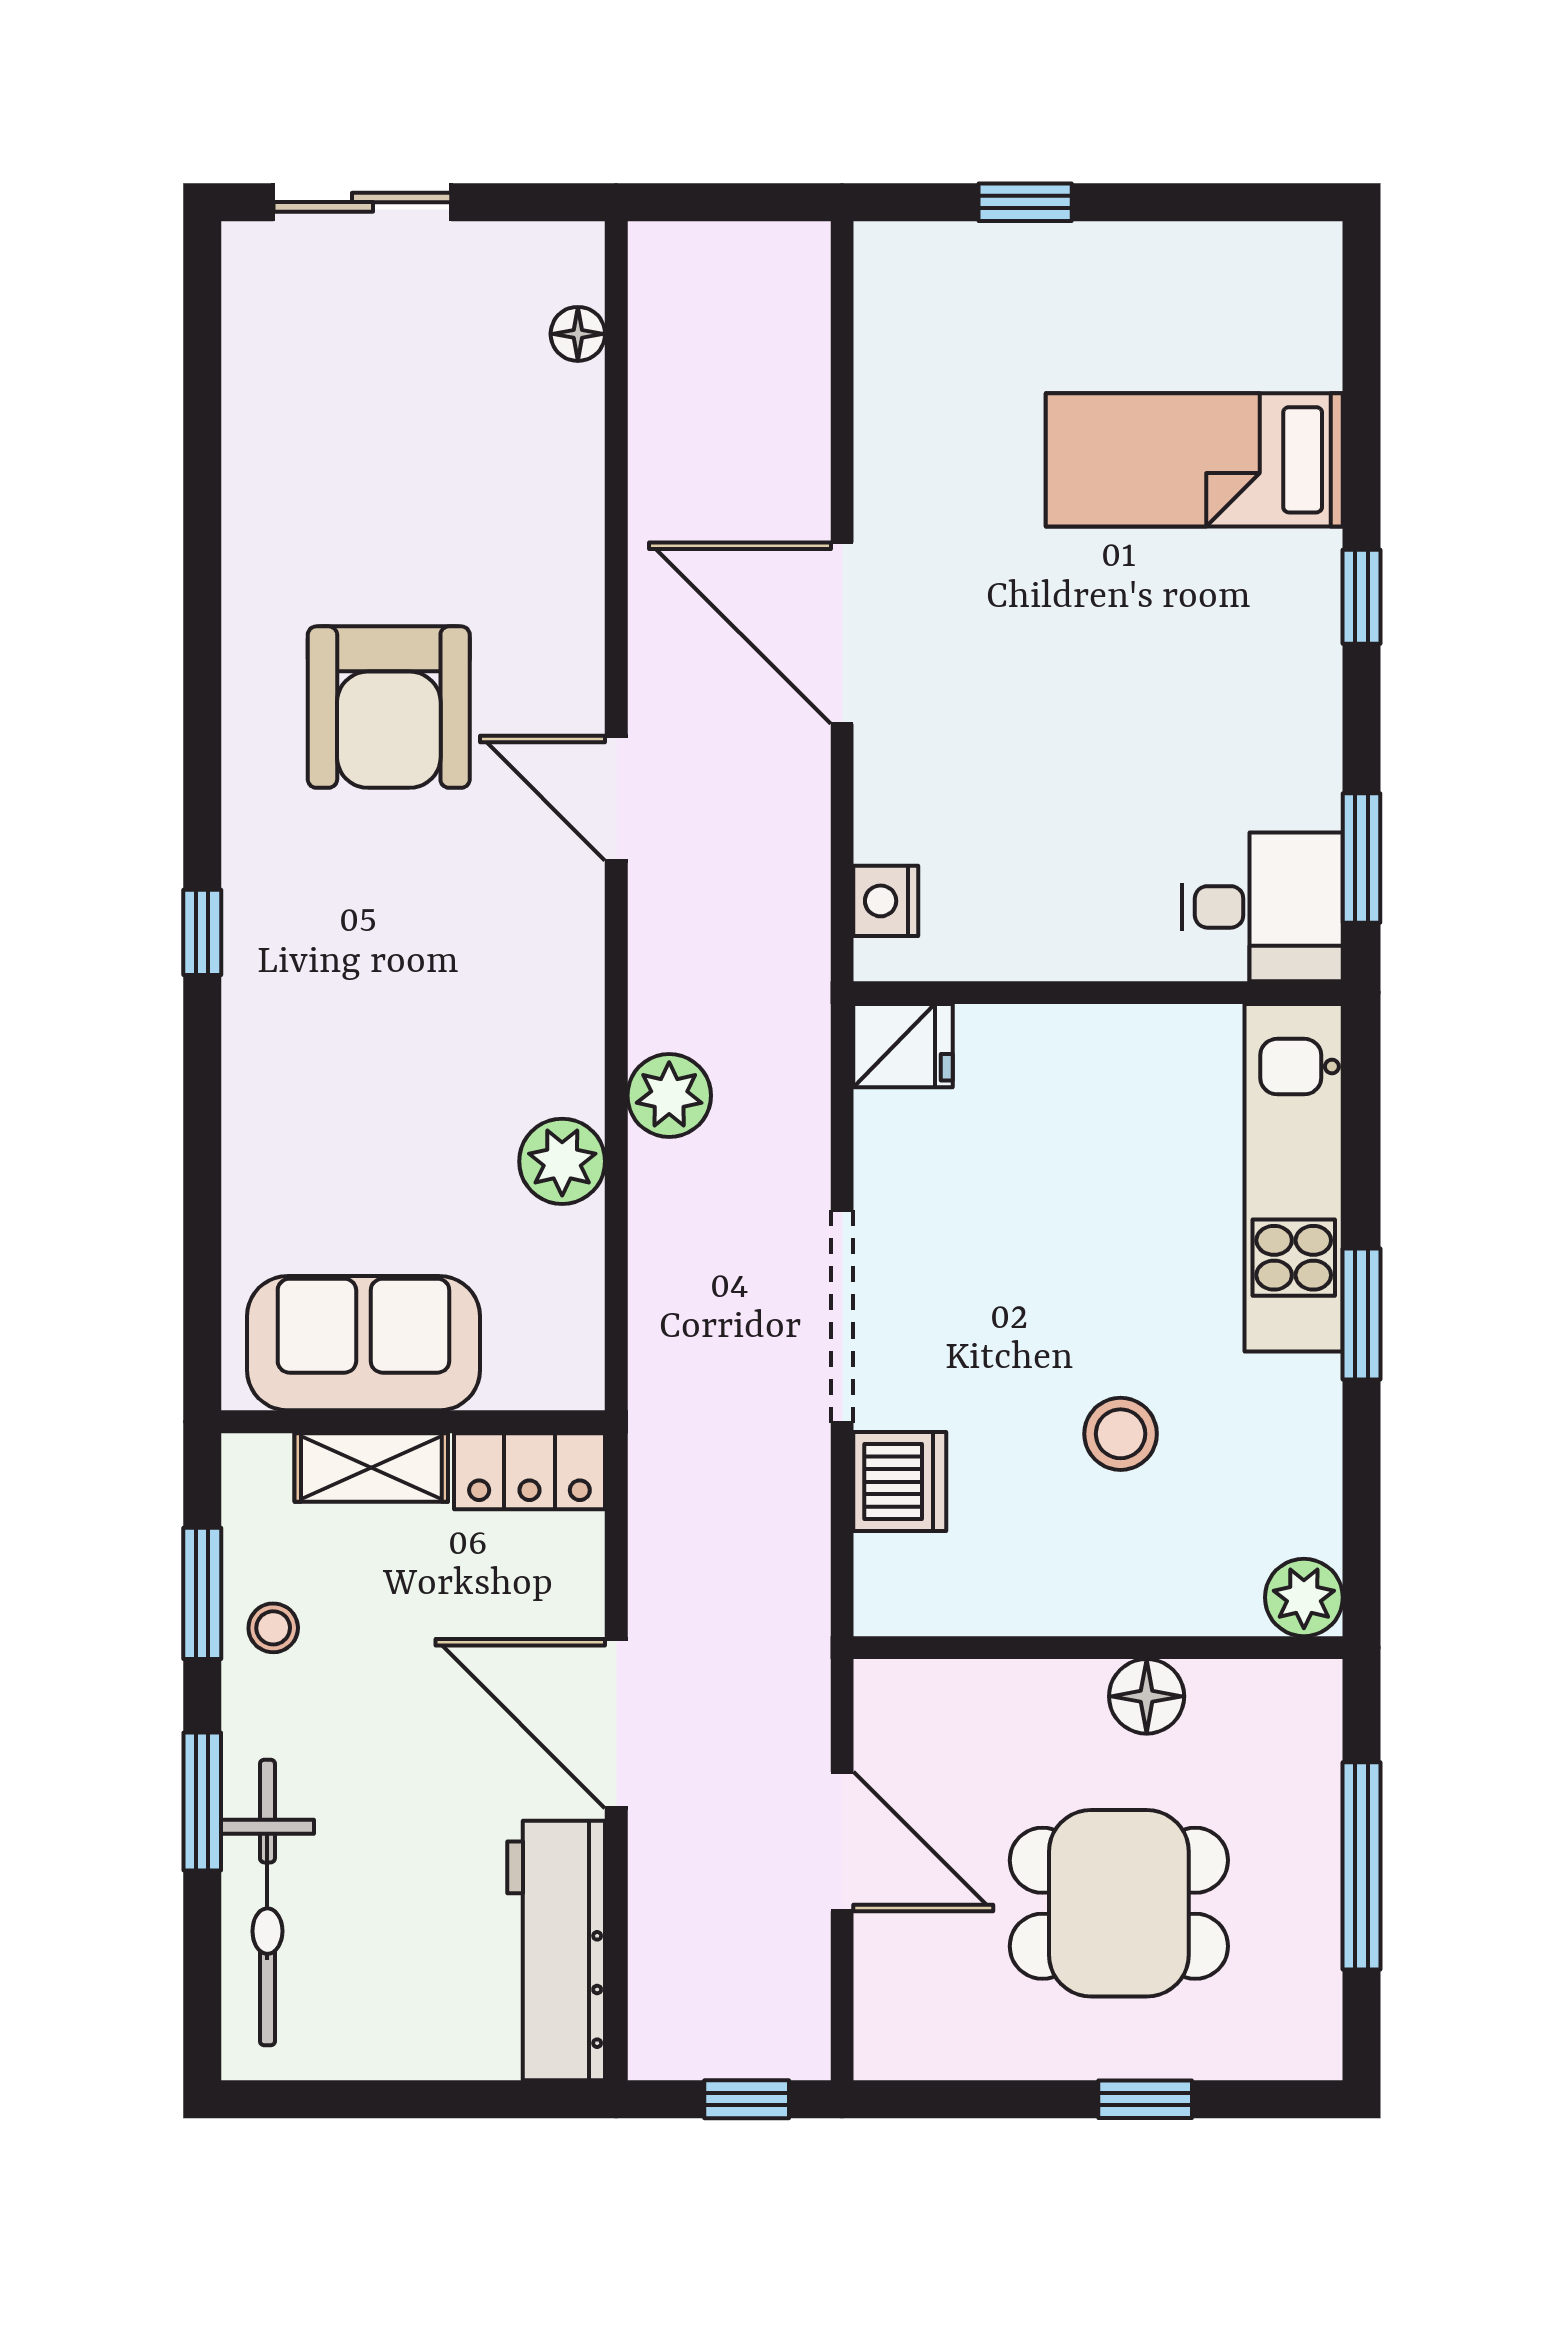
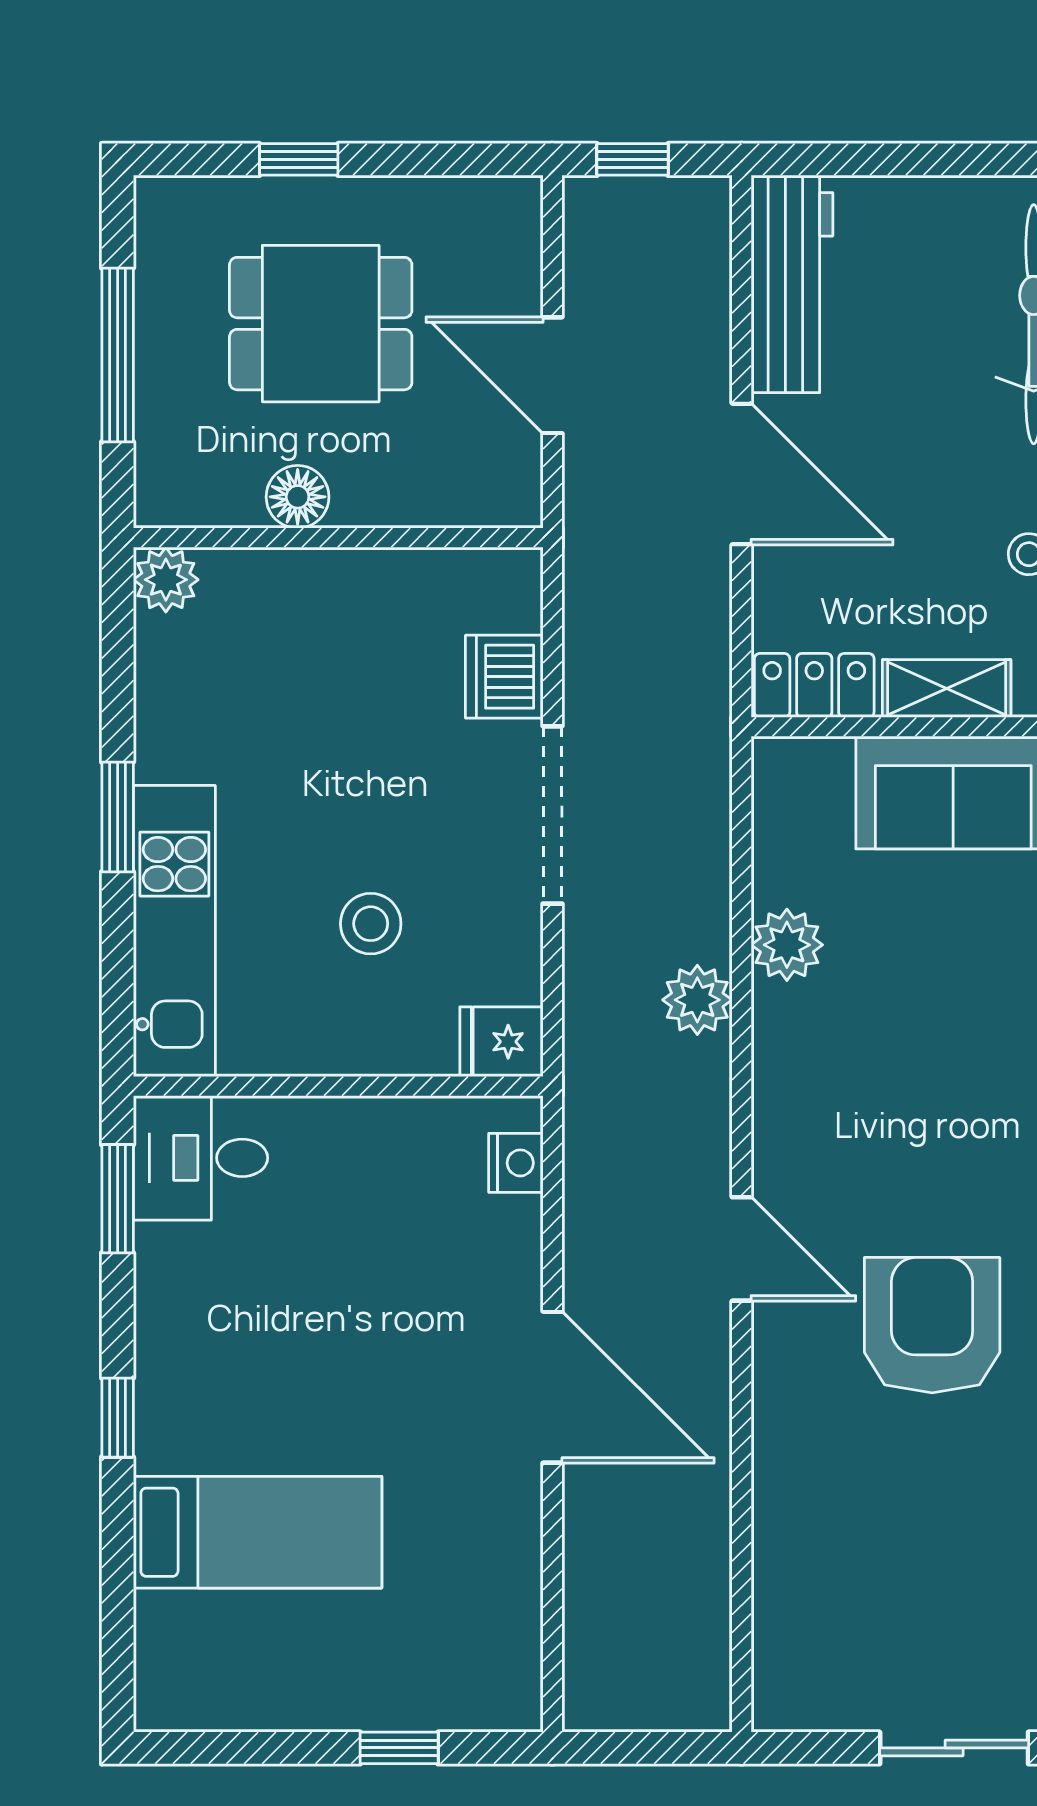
floor lamp: (578, 334) -> (774, 1638), removed
stool: (1121, 1434) -> (371, 924), moved

